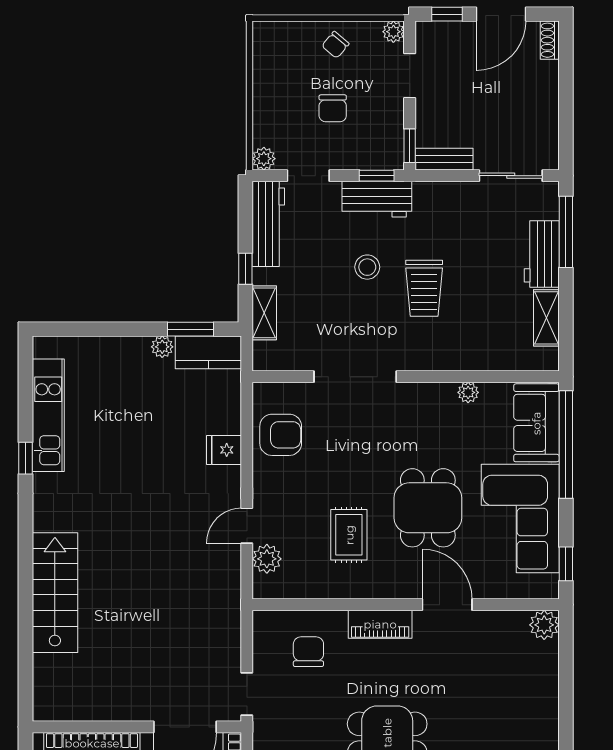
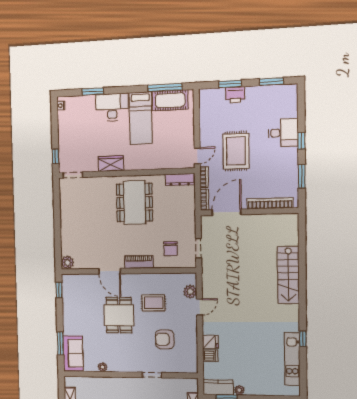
doorway: (355, 377) -> (152, 375), width x0.53
dishwasher: (225, 420) -> (210, 356), added
armchair: (281, 435) -> (165, 339), moved
window: (566, 445) -> (60, 343), width x0.47
corner sofa: (520, 519) -> (79, 310), removed
rug: (349, 535) -> (153, 303), turned 90
doorway: (247, 694) -> (199, 248), moved

